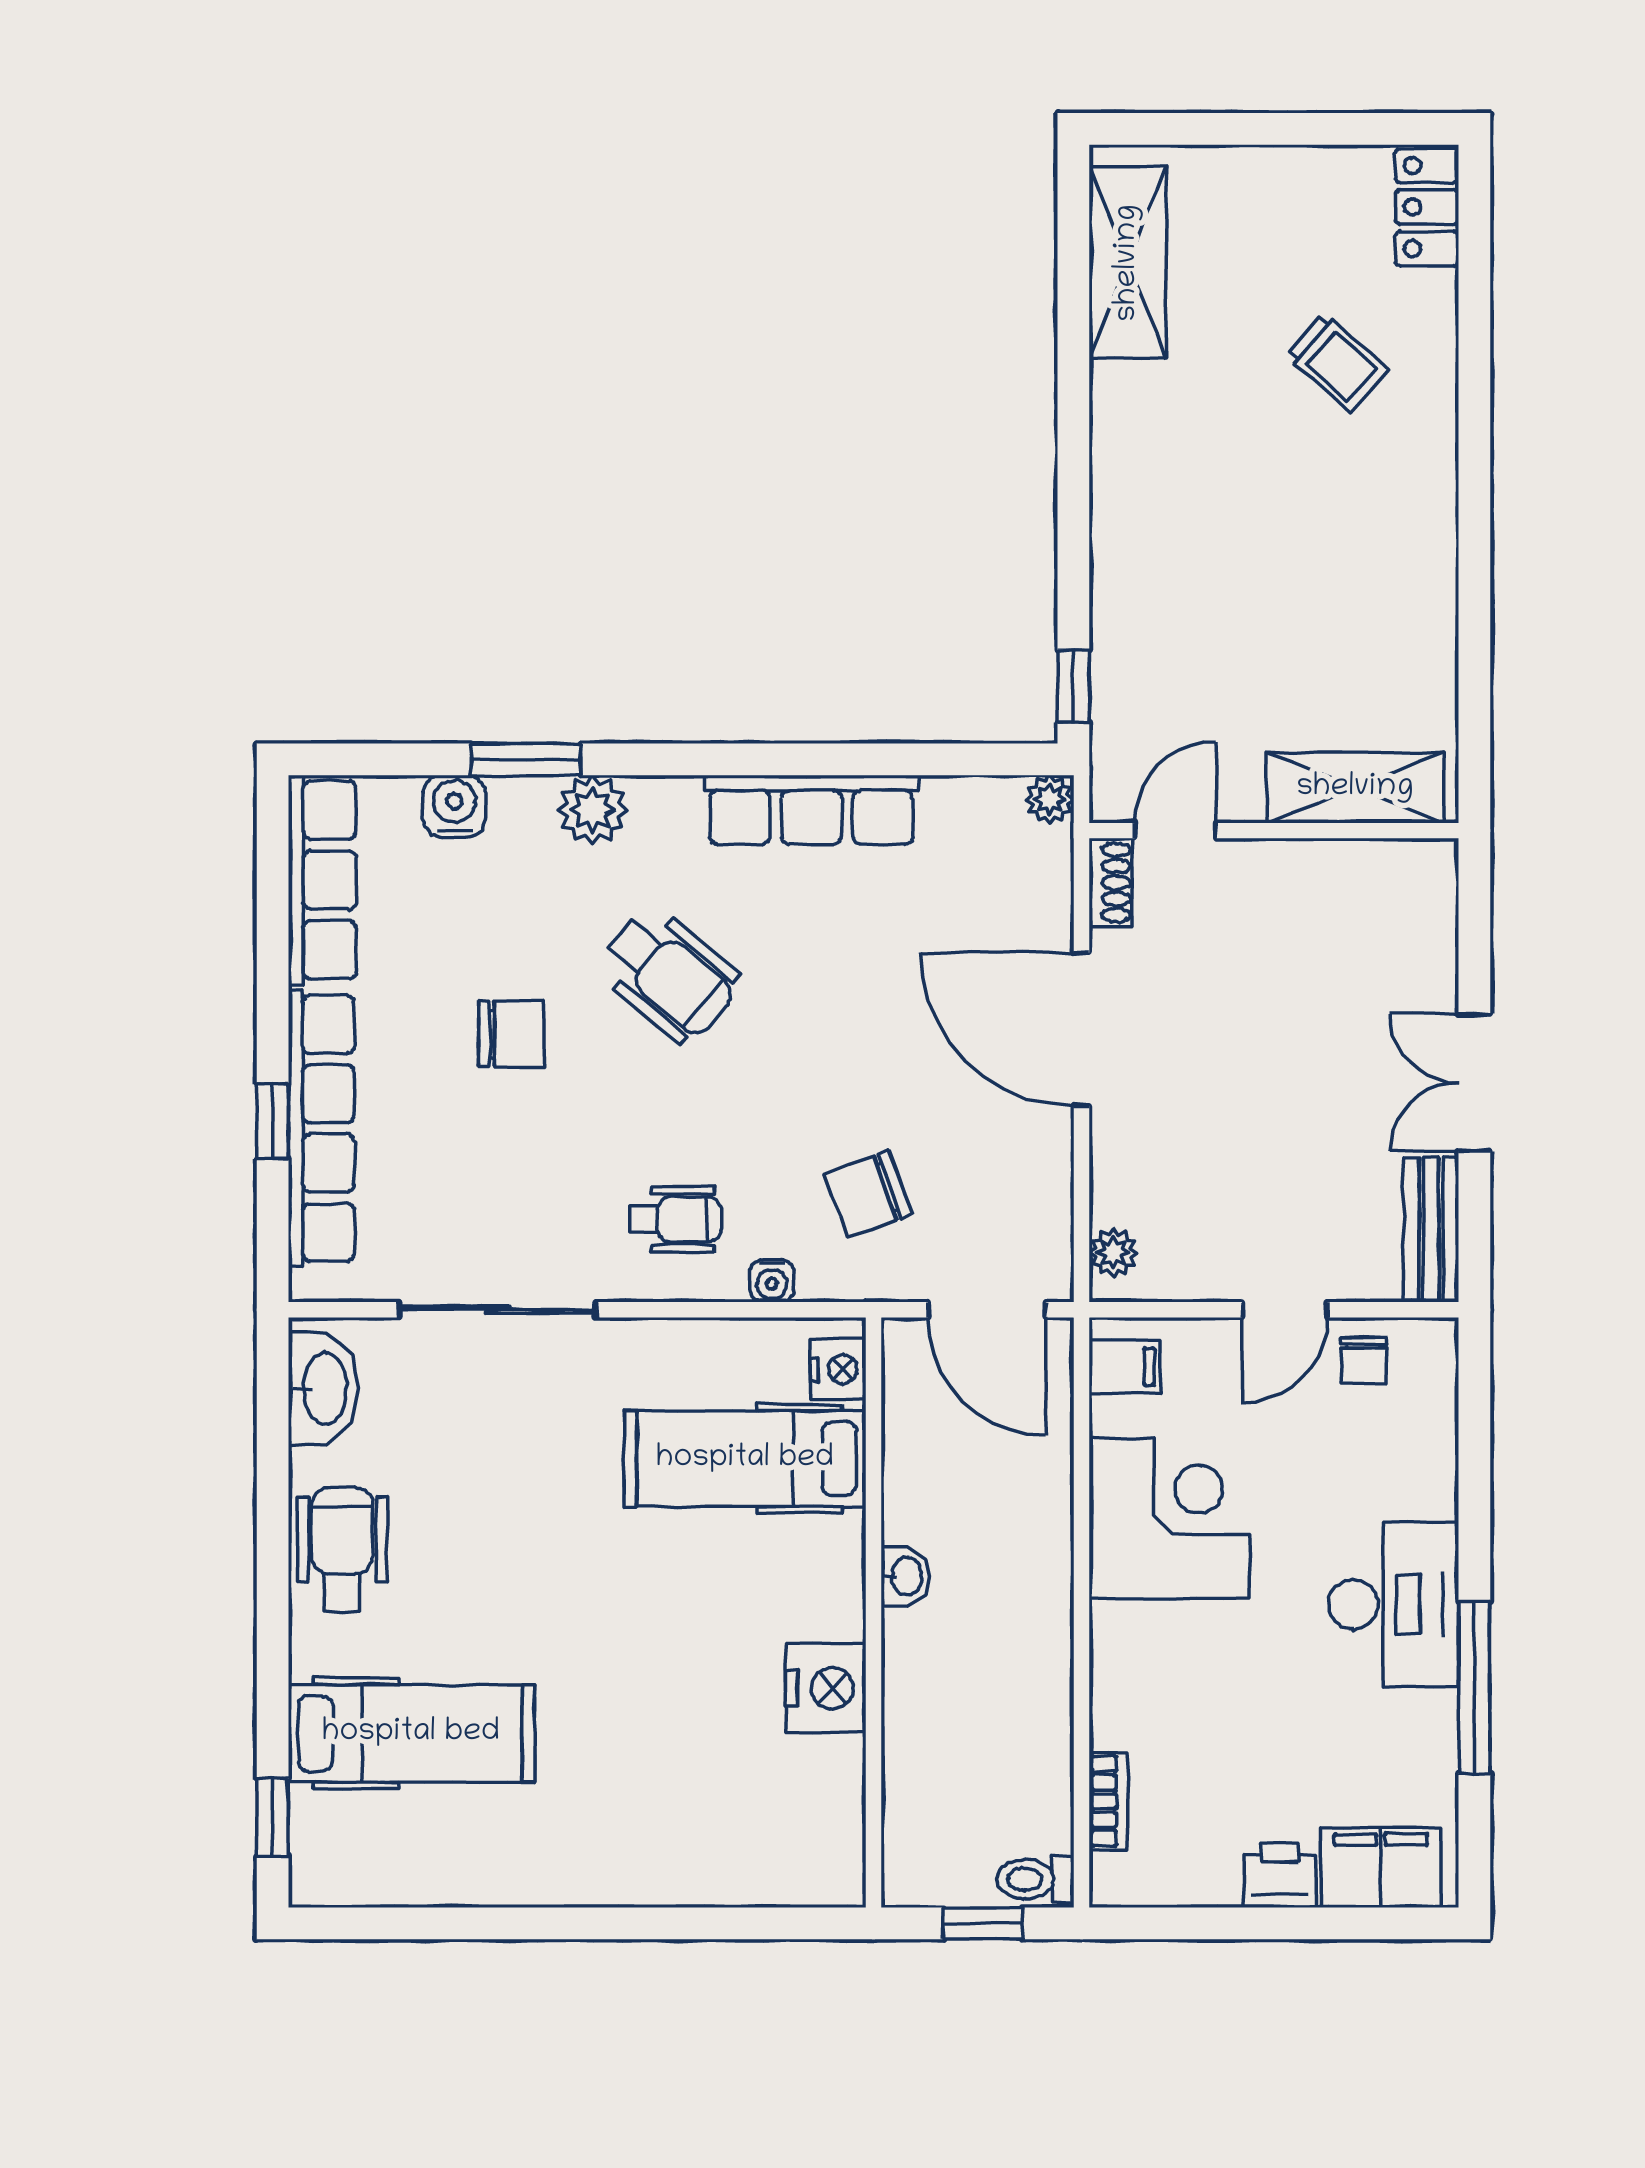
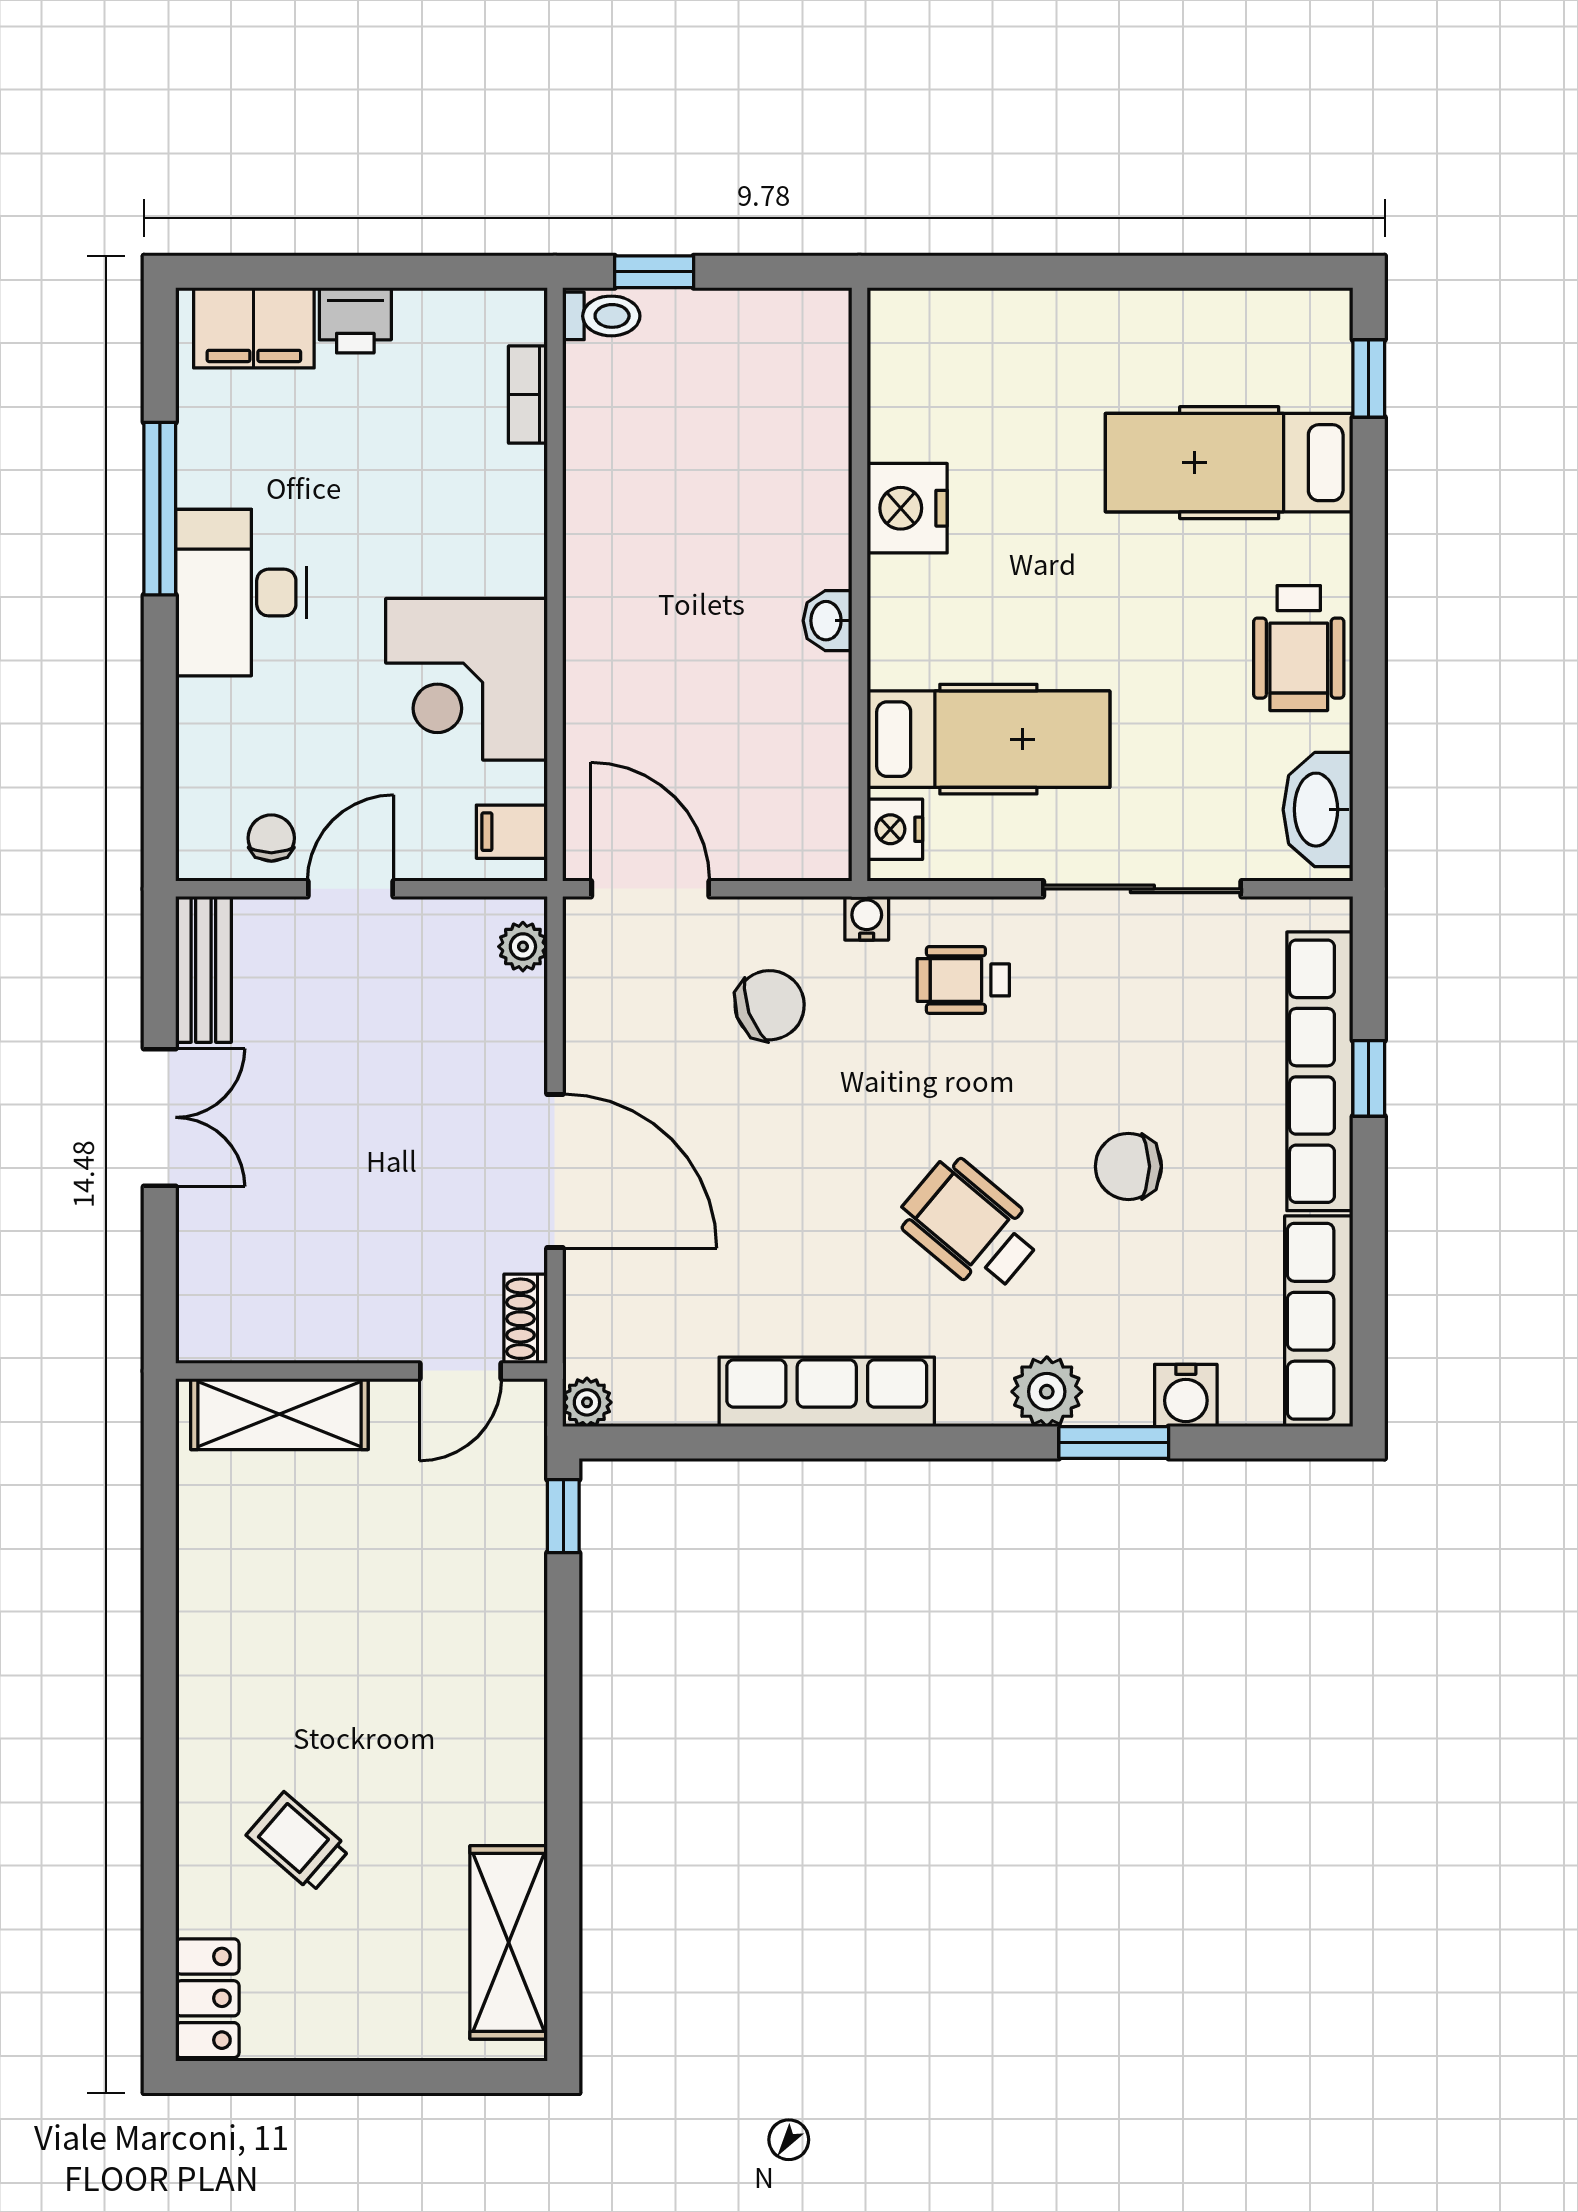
nightstand: (838, 1369) -> (895, 829), moved
hospital bed: (745, 1459) -> (988, 739), moved
washbasin: (905, 1576) -> (827, 621), moved
wall: (873, 1612) -> (859, 584), moved
nightstand: (826, 1688) -> (907, 508), moved

